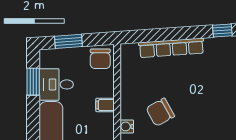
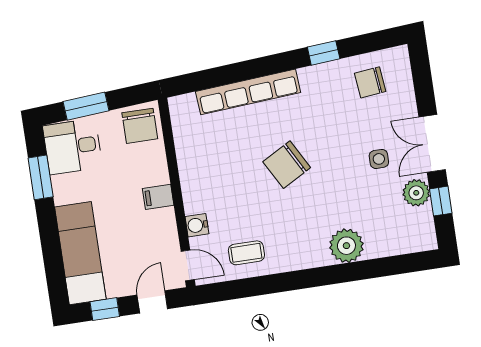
desk: (56, 84) -> (73, 147), moved
chair: (160, 112) -> (287, 165), moved

